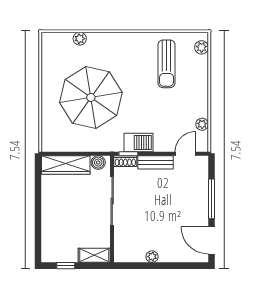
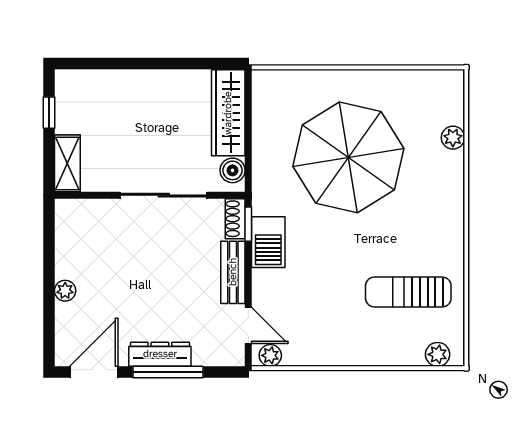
plant: (202, 124) -> (270, 355), moved
dresser: (201, 203) -> (160, 354), added
plant: (152, 257) -> (65, 291), moved

